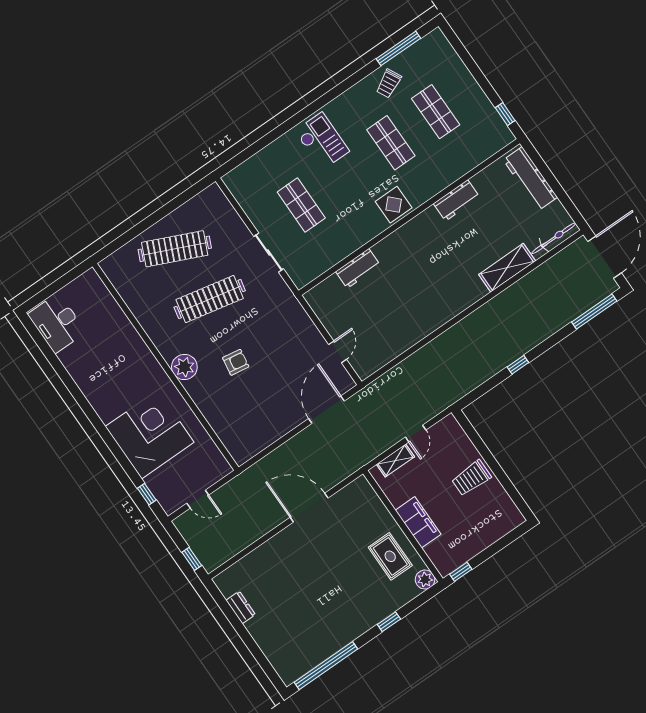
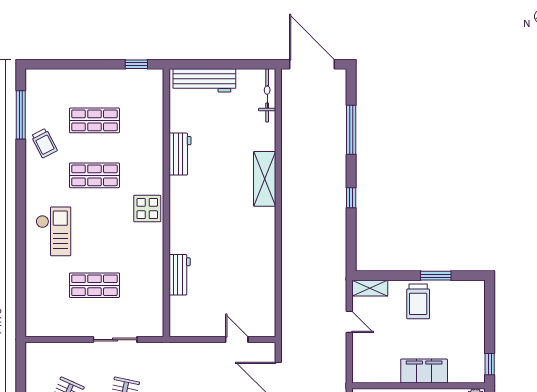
checkout: (322, 141) -> (53, 231), turned 90
shelving: (507, 268) -> (265, 179), moved
window: (594, 312) -> (351, 130), moved
shelving: (395, 461) -> (370, 288), moved, turned 90
window: (502, 478) -> (436, 276), added

